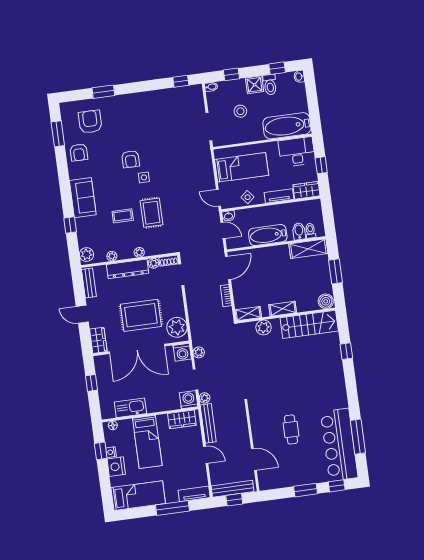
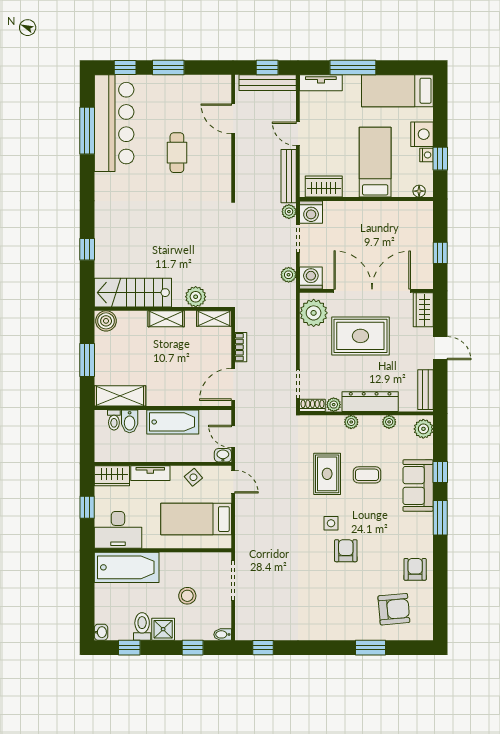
armchair: (90, 122) -> (394, 609), turned -95
window: (58, 134) -> (440, 518), moved
sofa: (83, 198) -> (418, 485), moved
kitchen sink: (130, 408) -> (392, 212), removed

